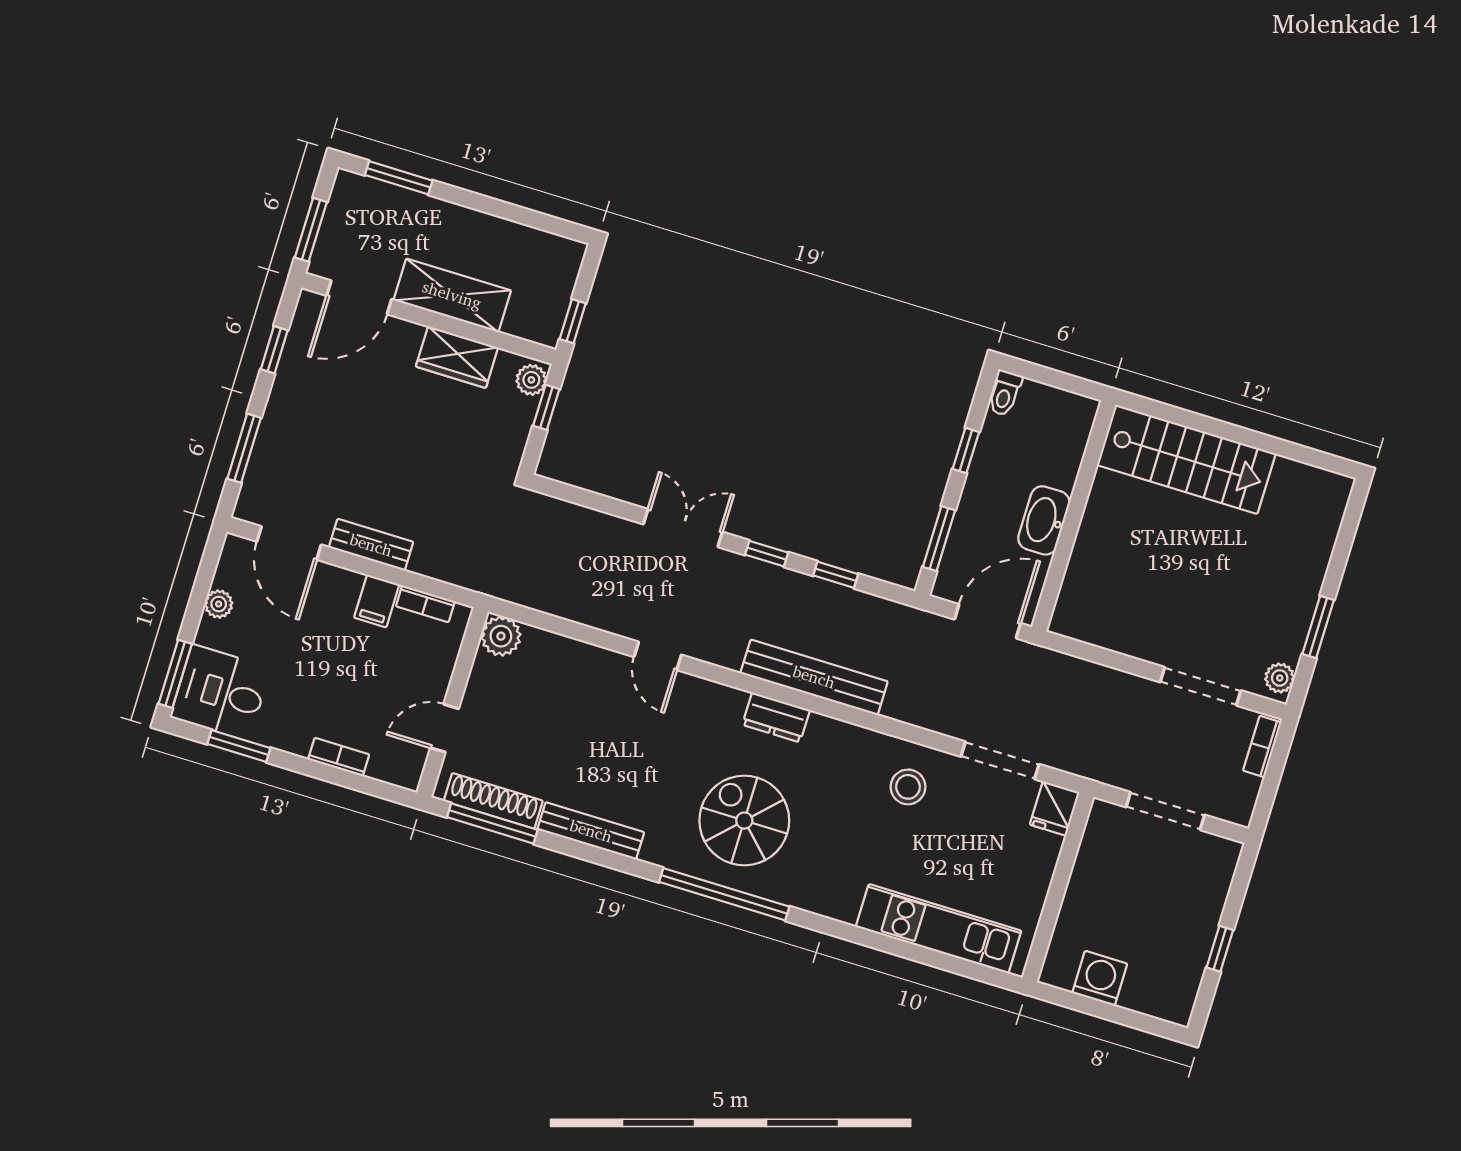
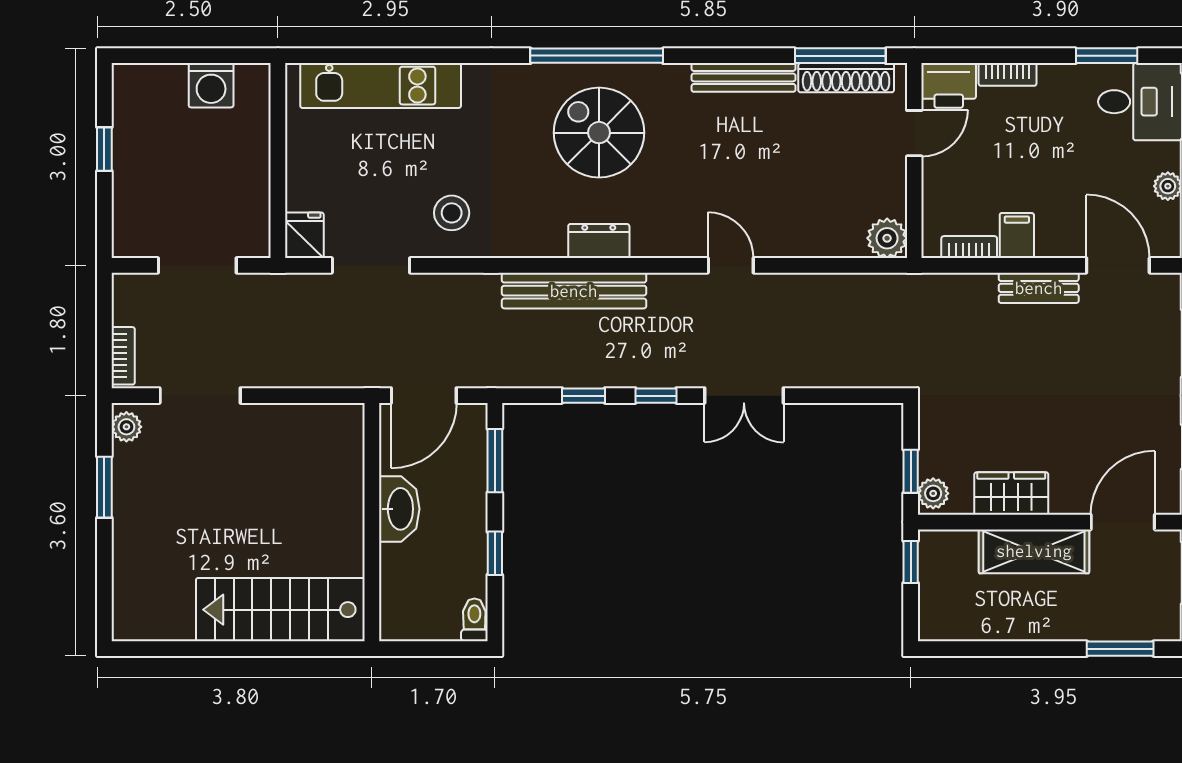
printer: (398, 764) -> (949, 85), added
spiral stairs: (744, 821) -> (599, 133), turned 180

